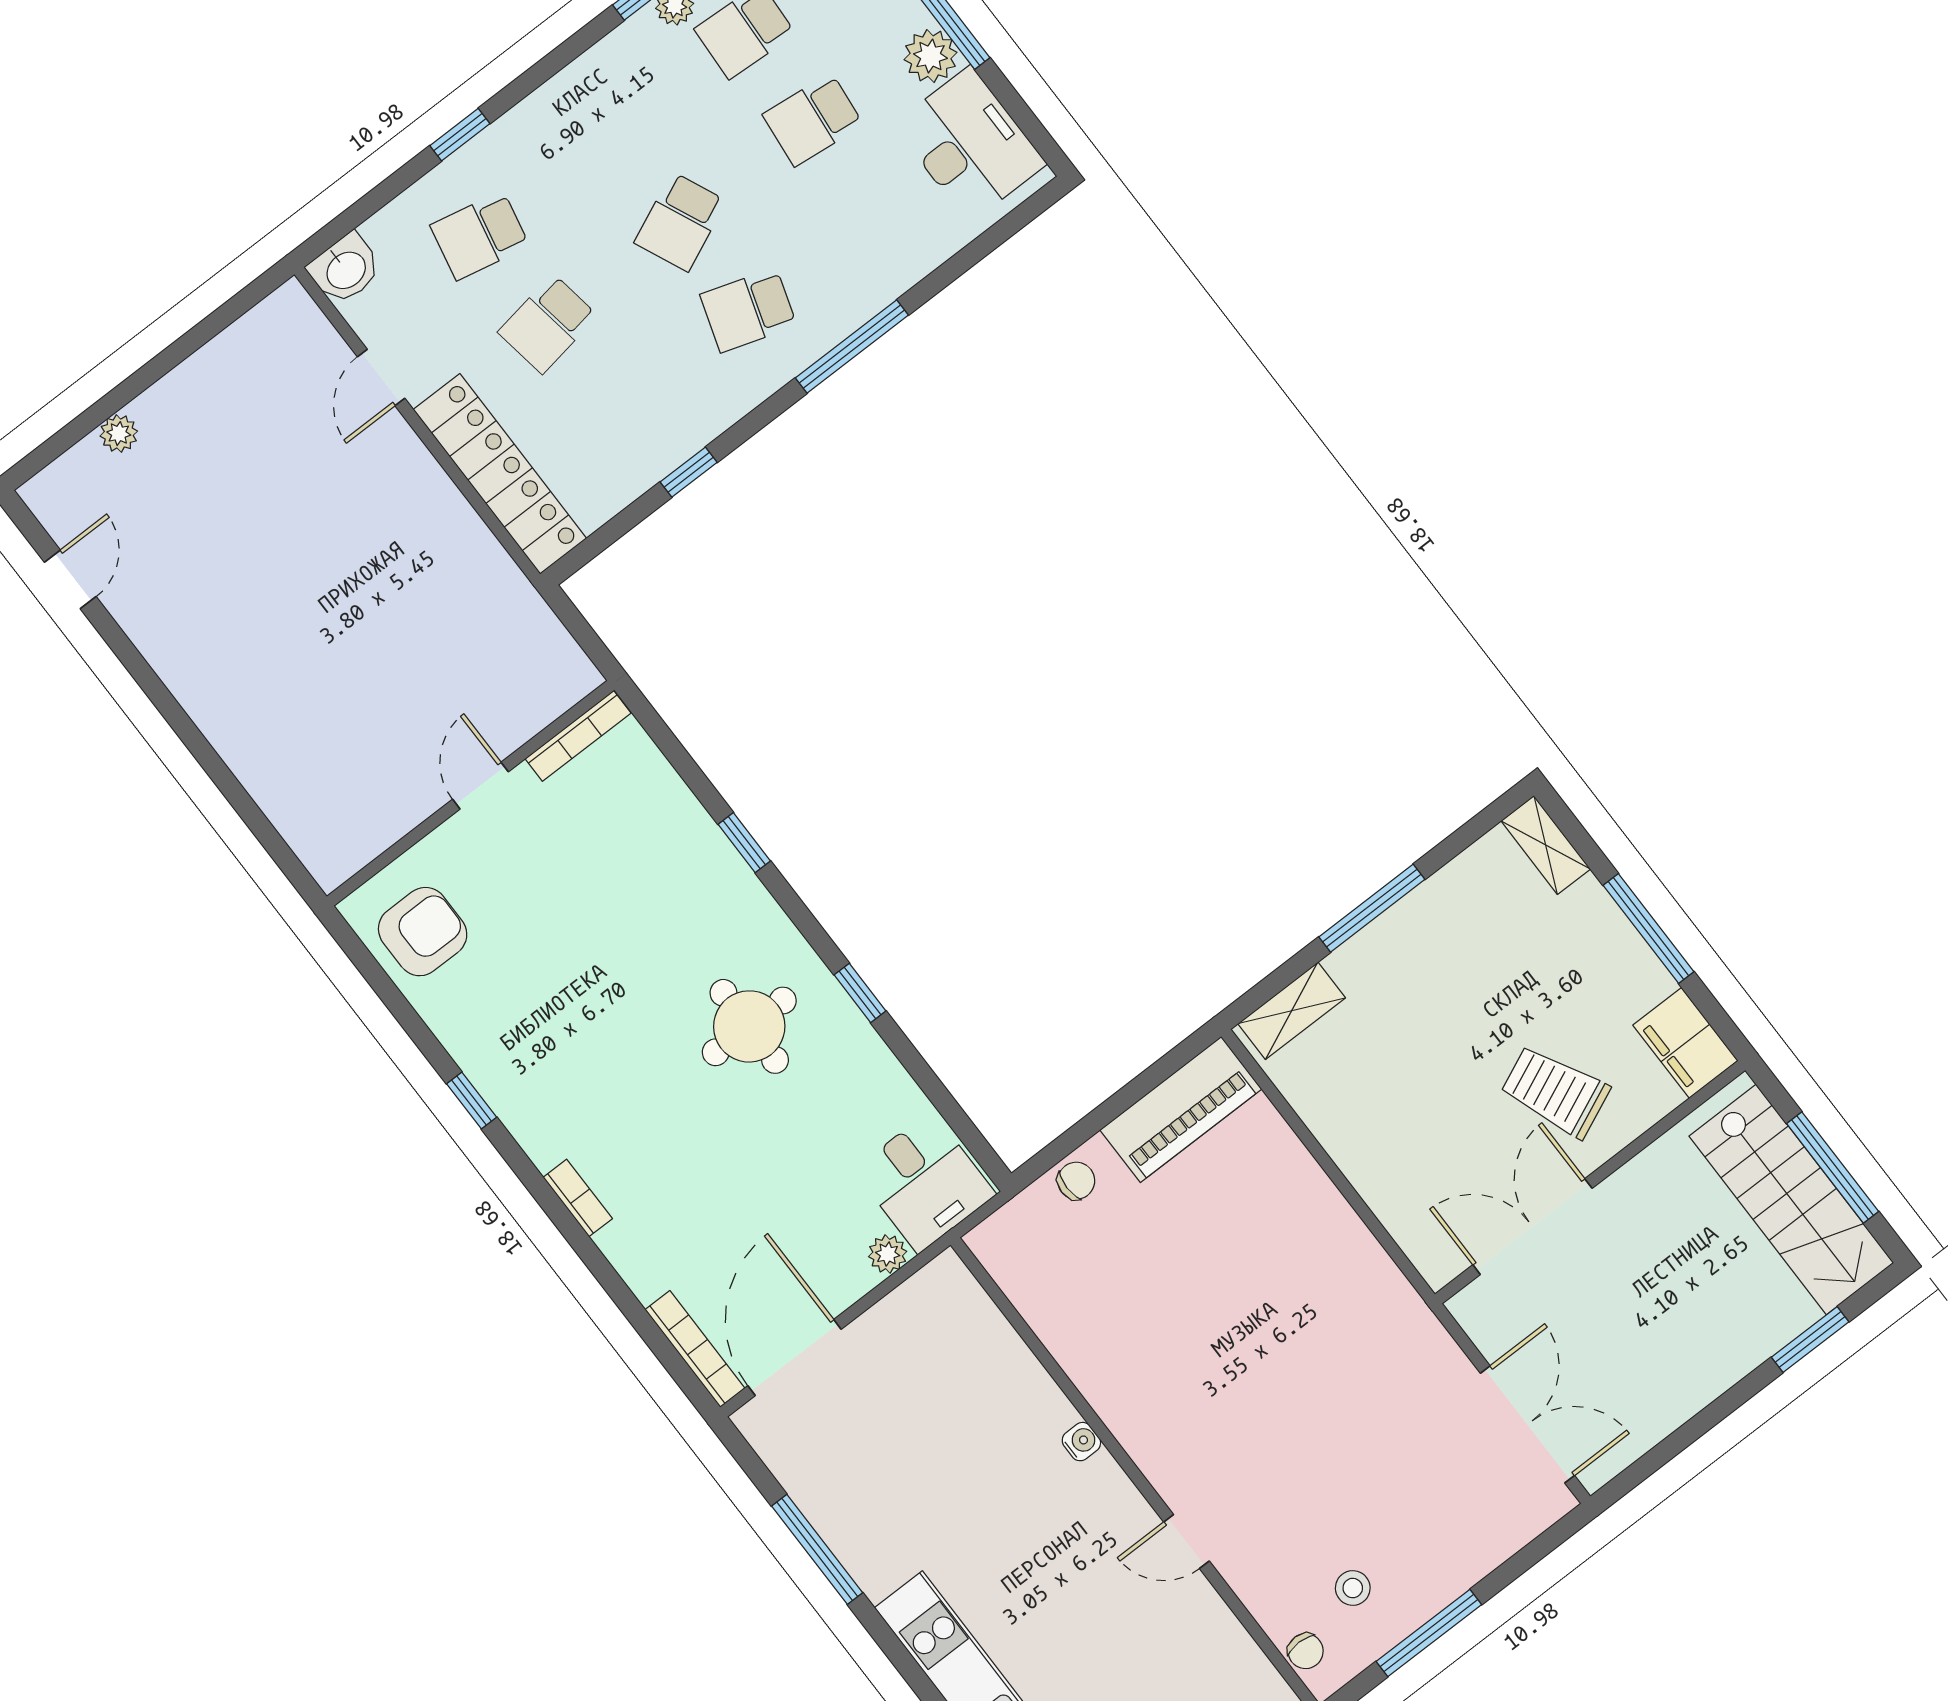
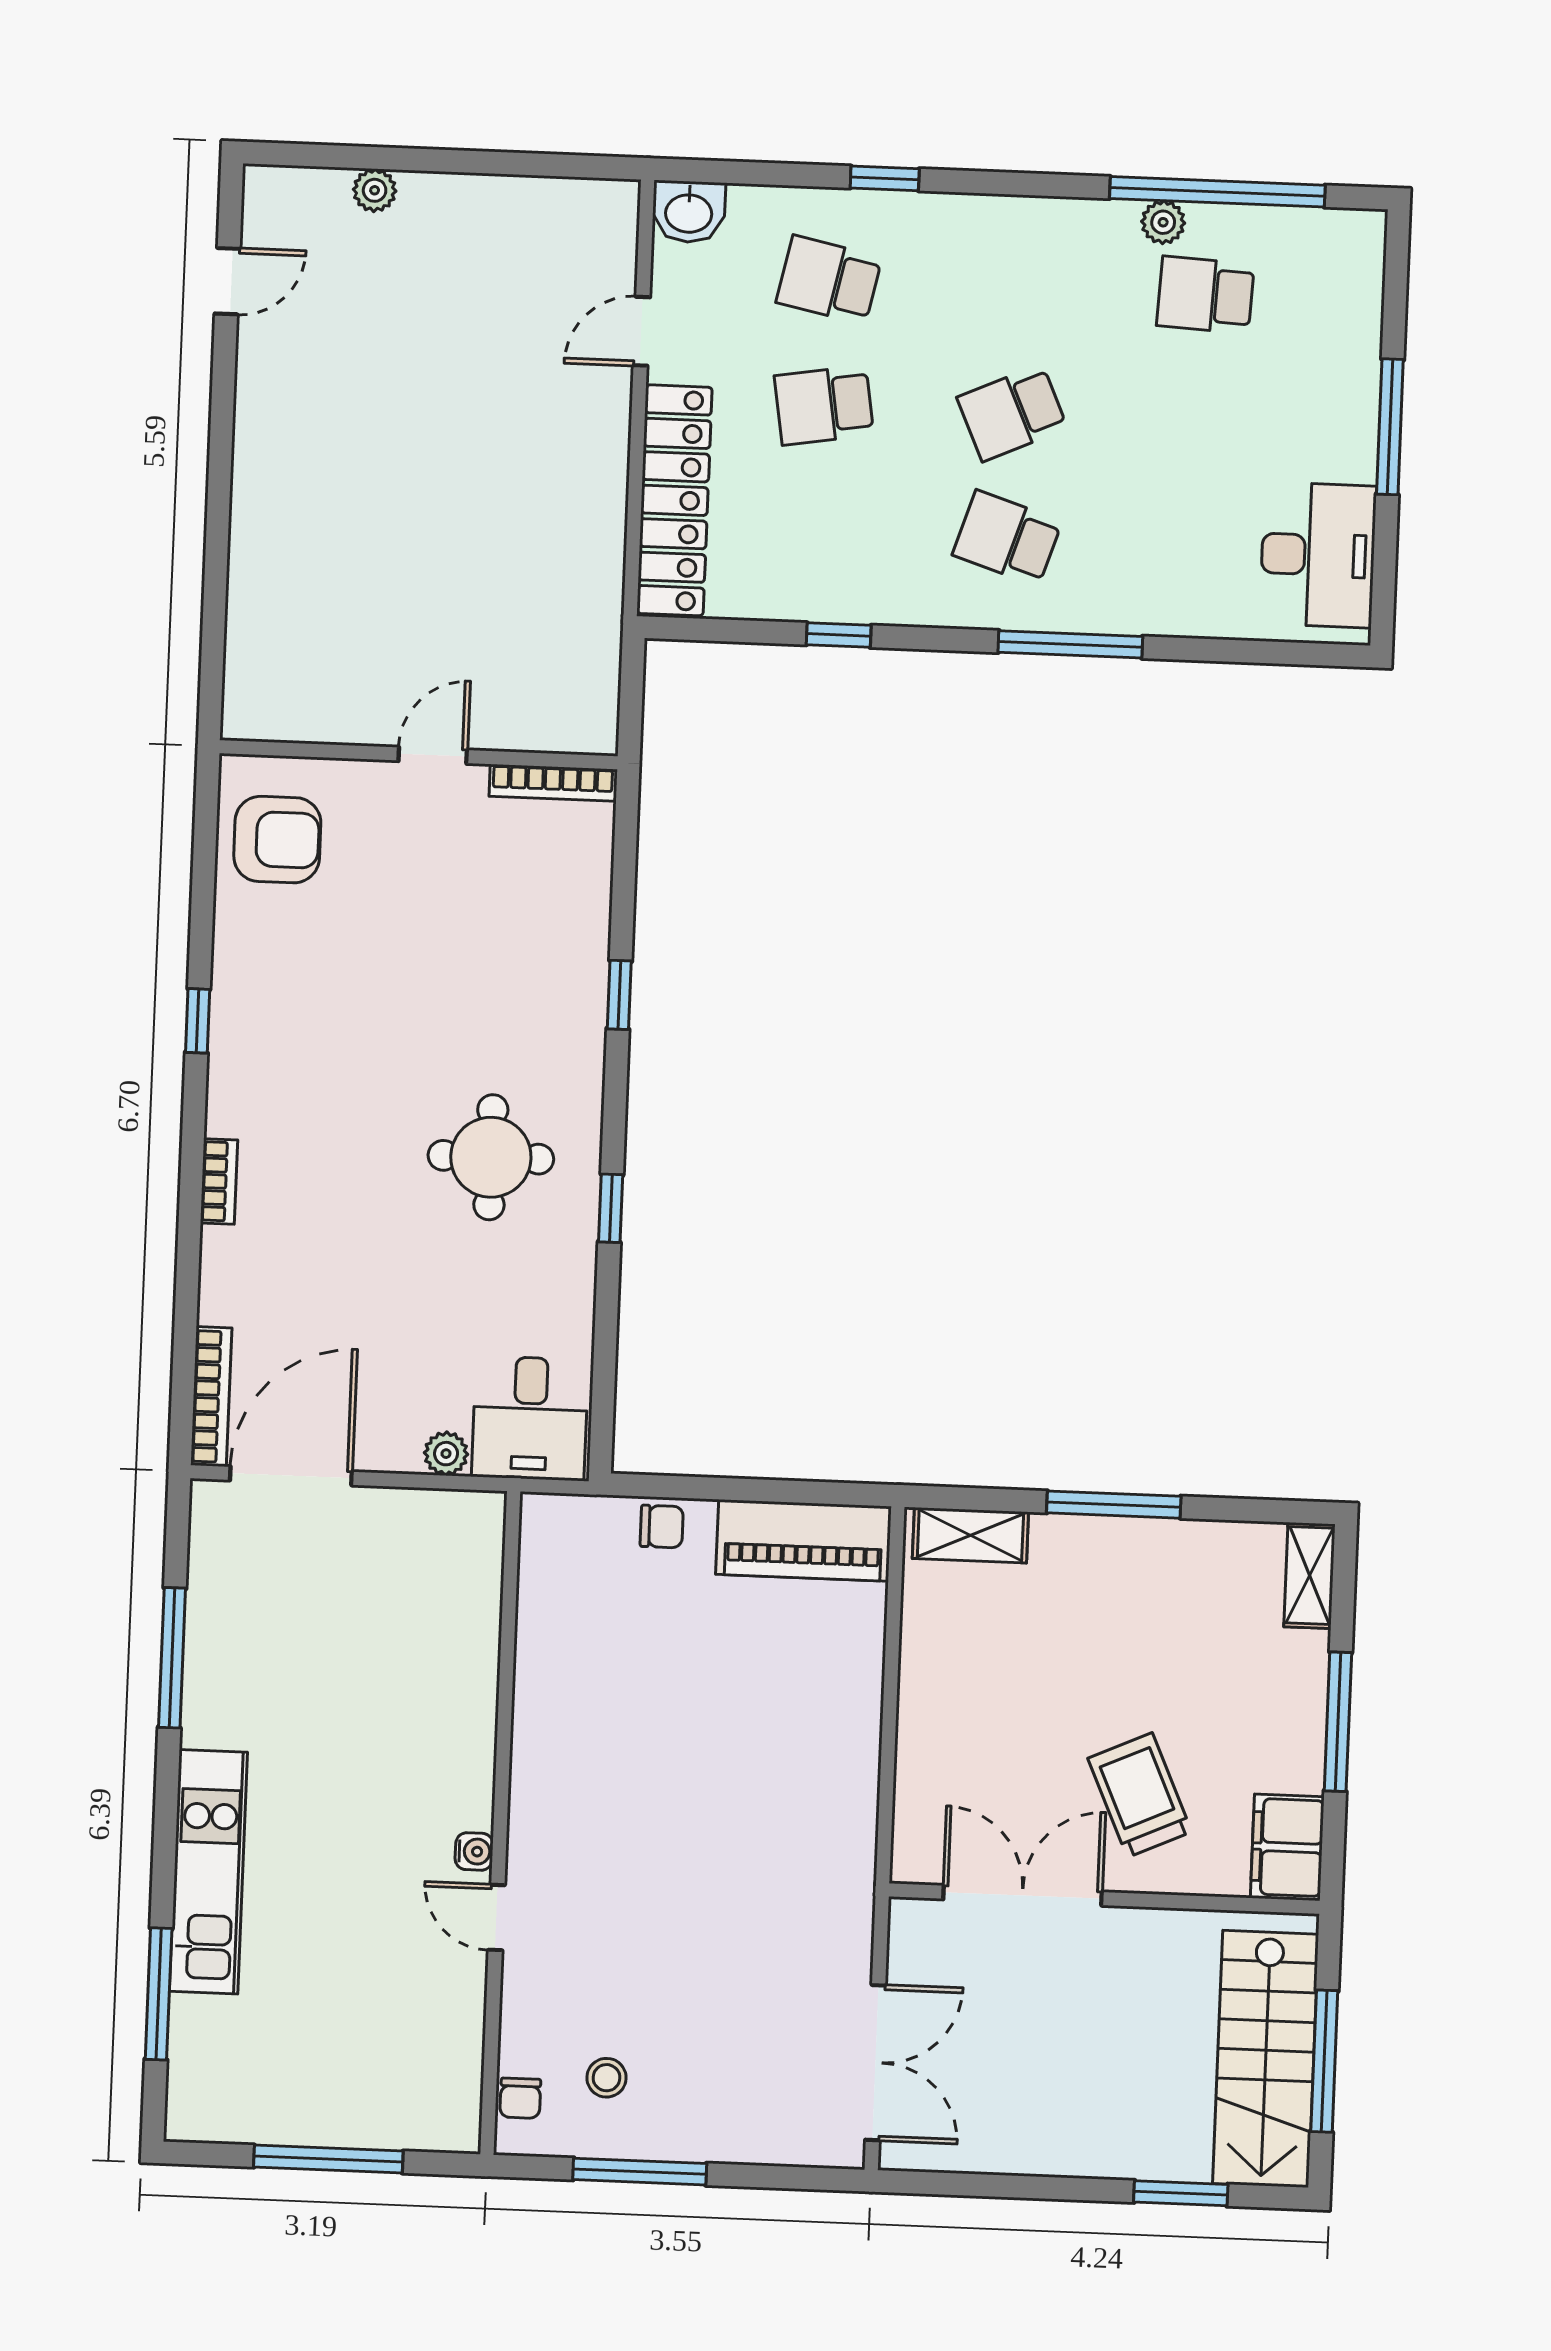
plant: (930, 56) -> (1348, 450), removed
school desk: (813, 120) -> (1200, 420), removed
water cooler: (1081, 1442) -> (474, 1851), moved

